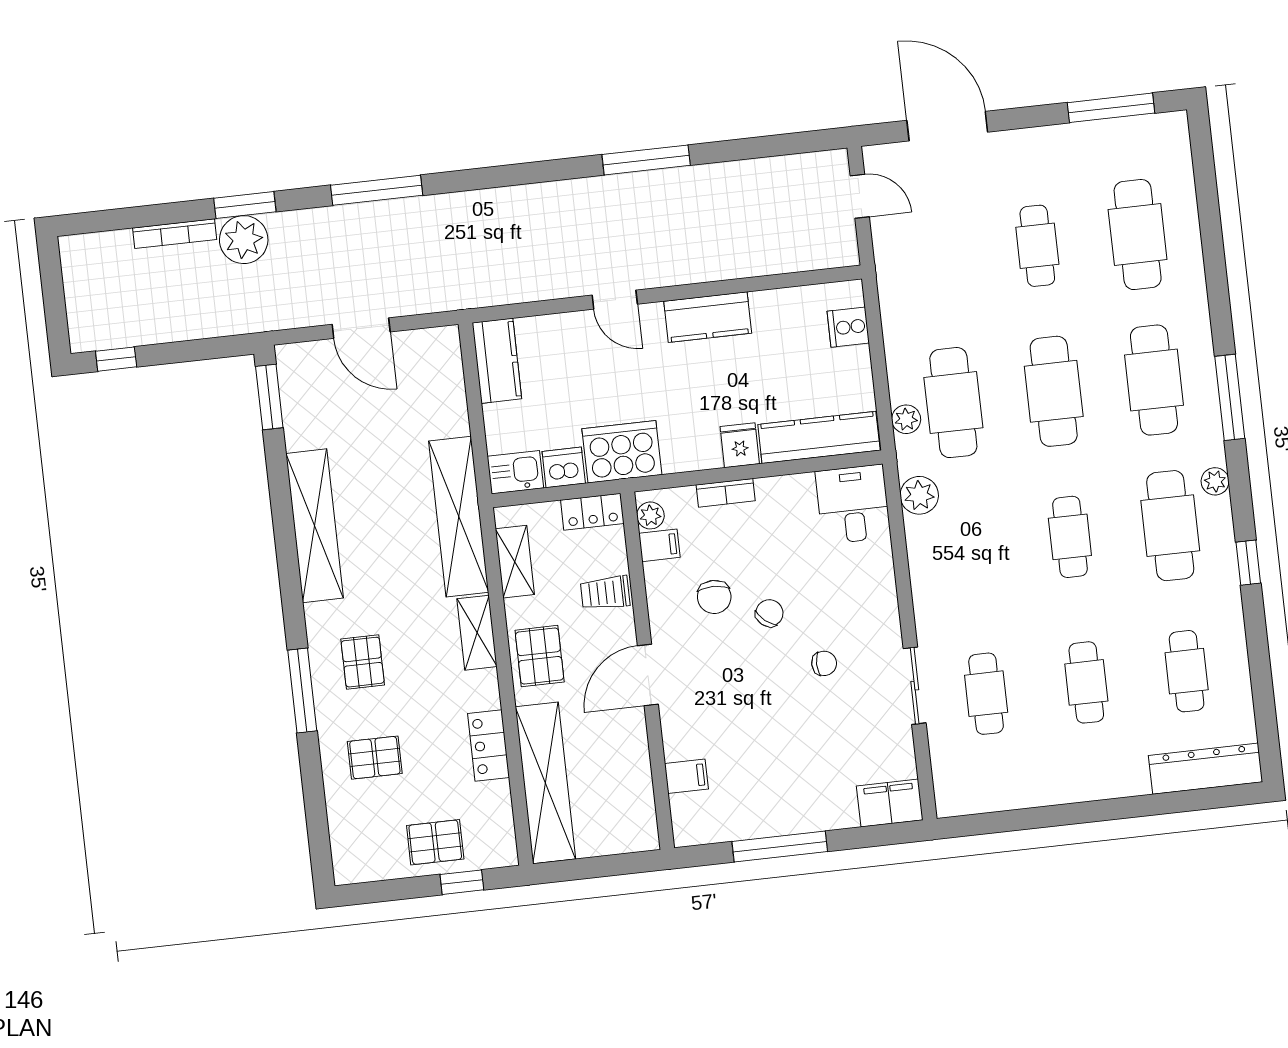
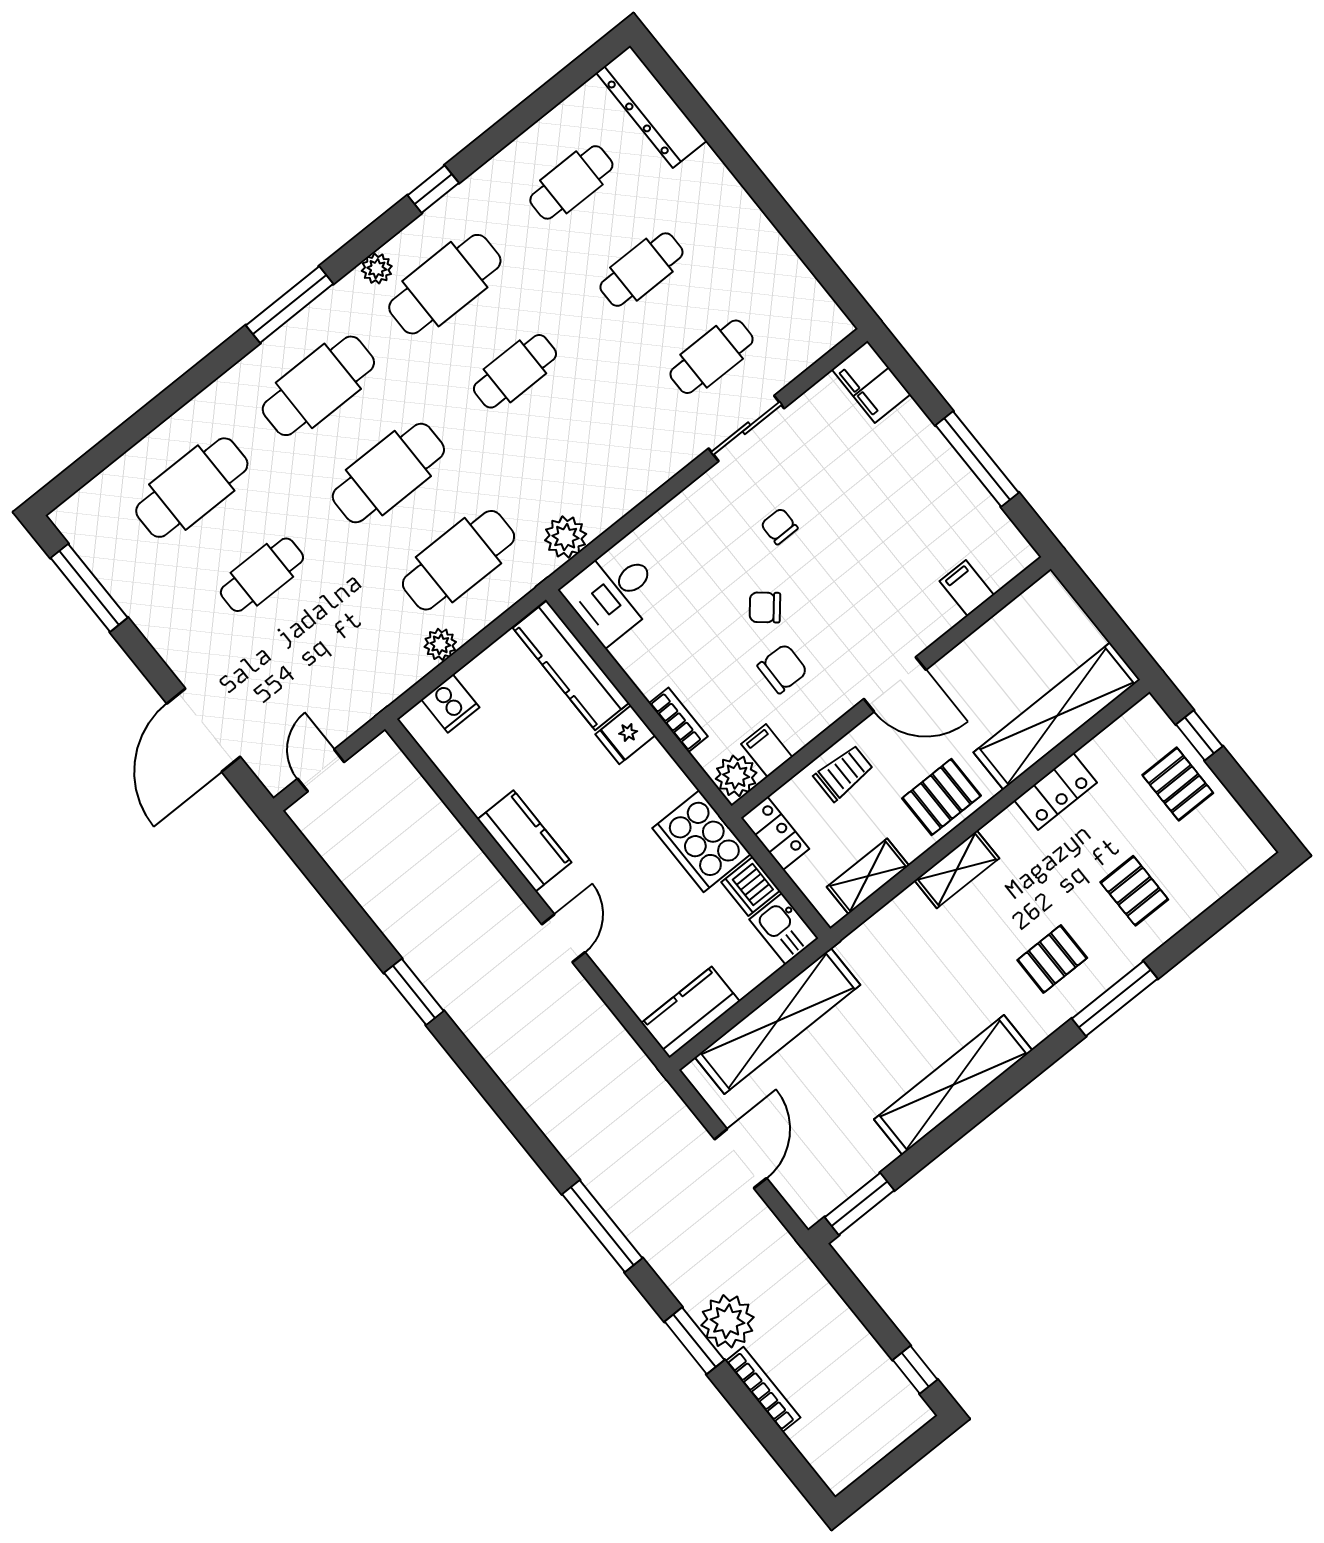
window: (646, 160) -> (414, 992), width x0.69
plant: (906, 419) -> (440, 644), moved
plant: (650, 515) -> (736, 776), width x1.38, depth x1.38
shelving: (459, 517) -> (778, 1021), moved
trolley: (605, 593) -> (843, 773), turned -90

